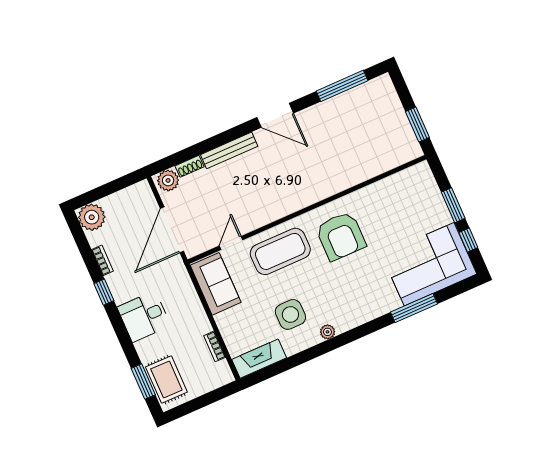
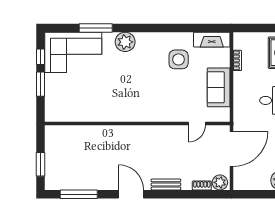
window: (417, 124) -> (41, 164), moved
bench: (229, 150) -> (166, 184), width x0.73
armchair: (341, 236) -> (123, 96), removed
coffee table: (280, 251) -> (167, 104), removed
sofa: (216, 284) -> (219, 87), moved
plant: (328, 332) -> (125, 42), moved, width x1.88, depth x1.88

